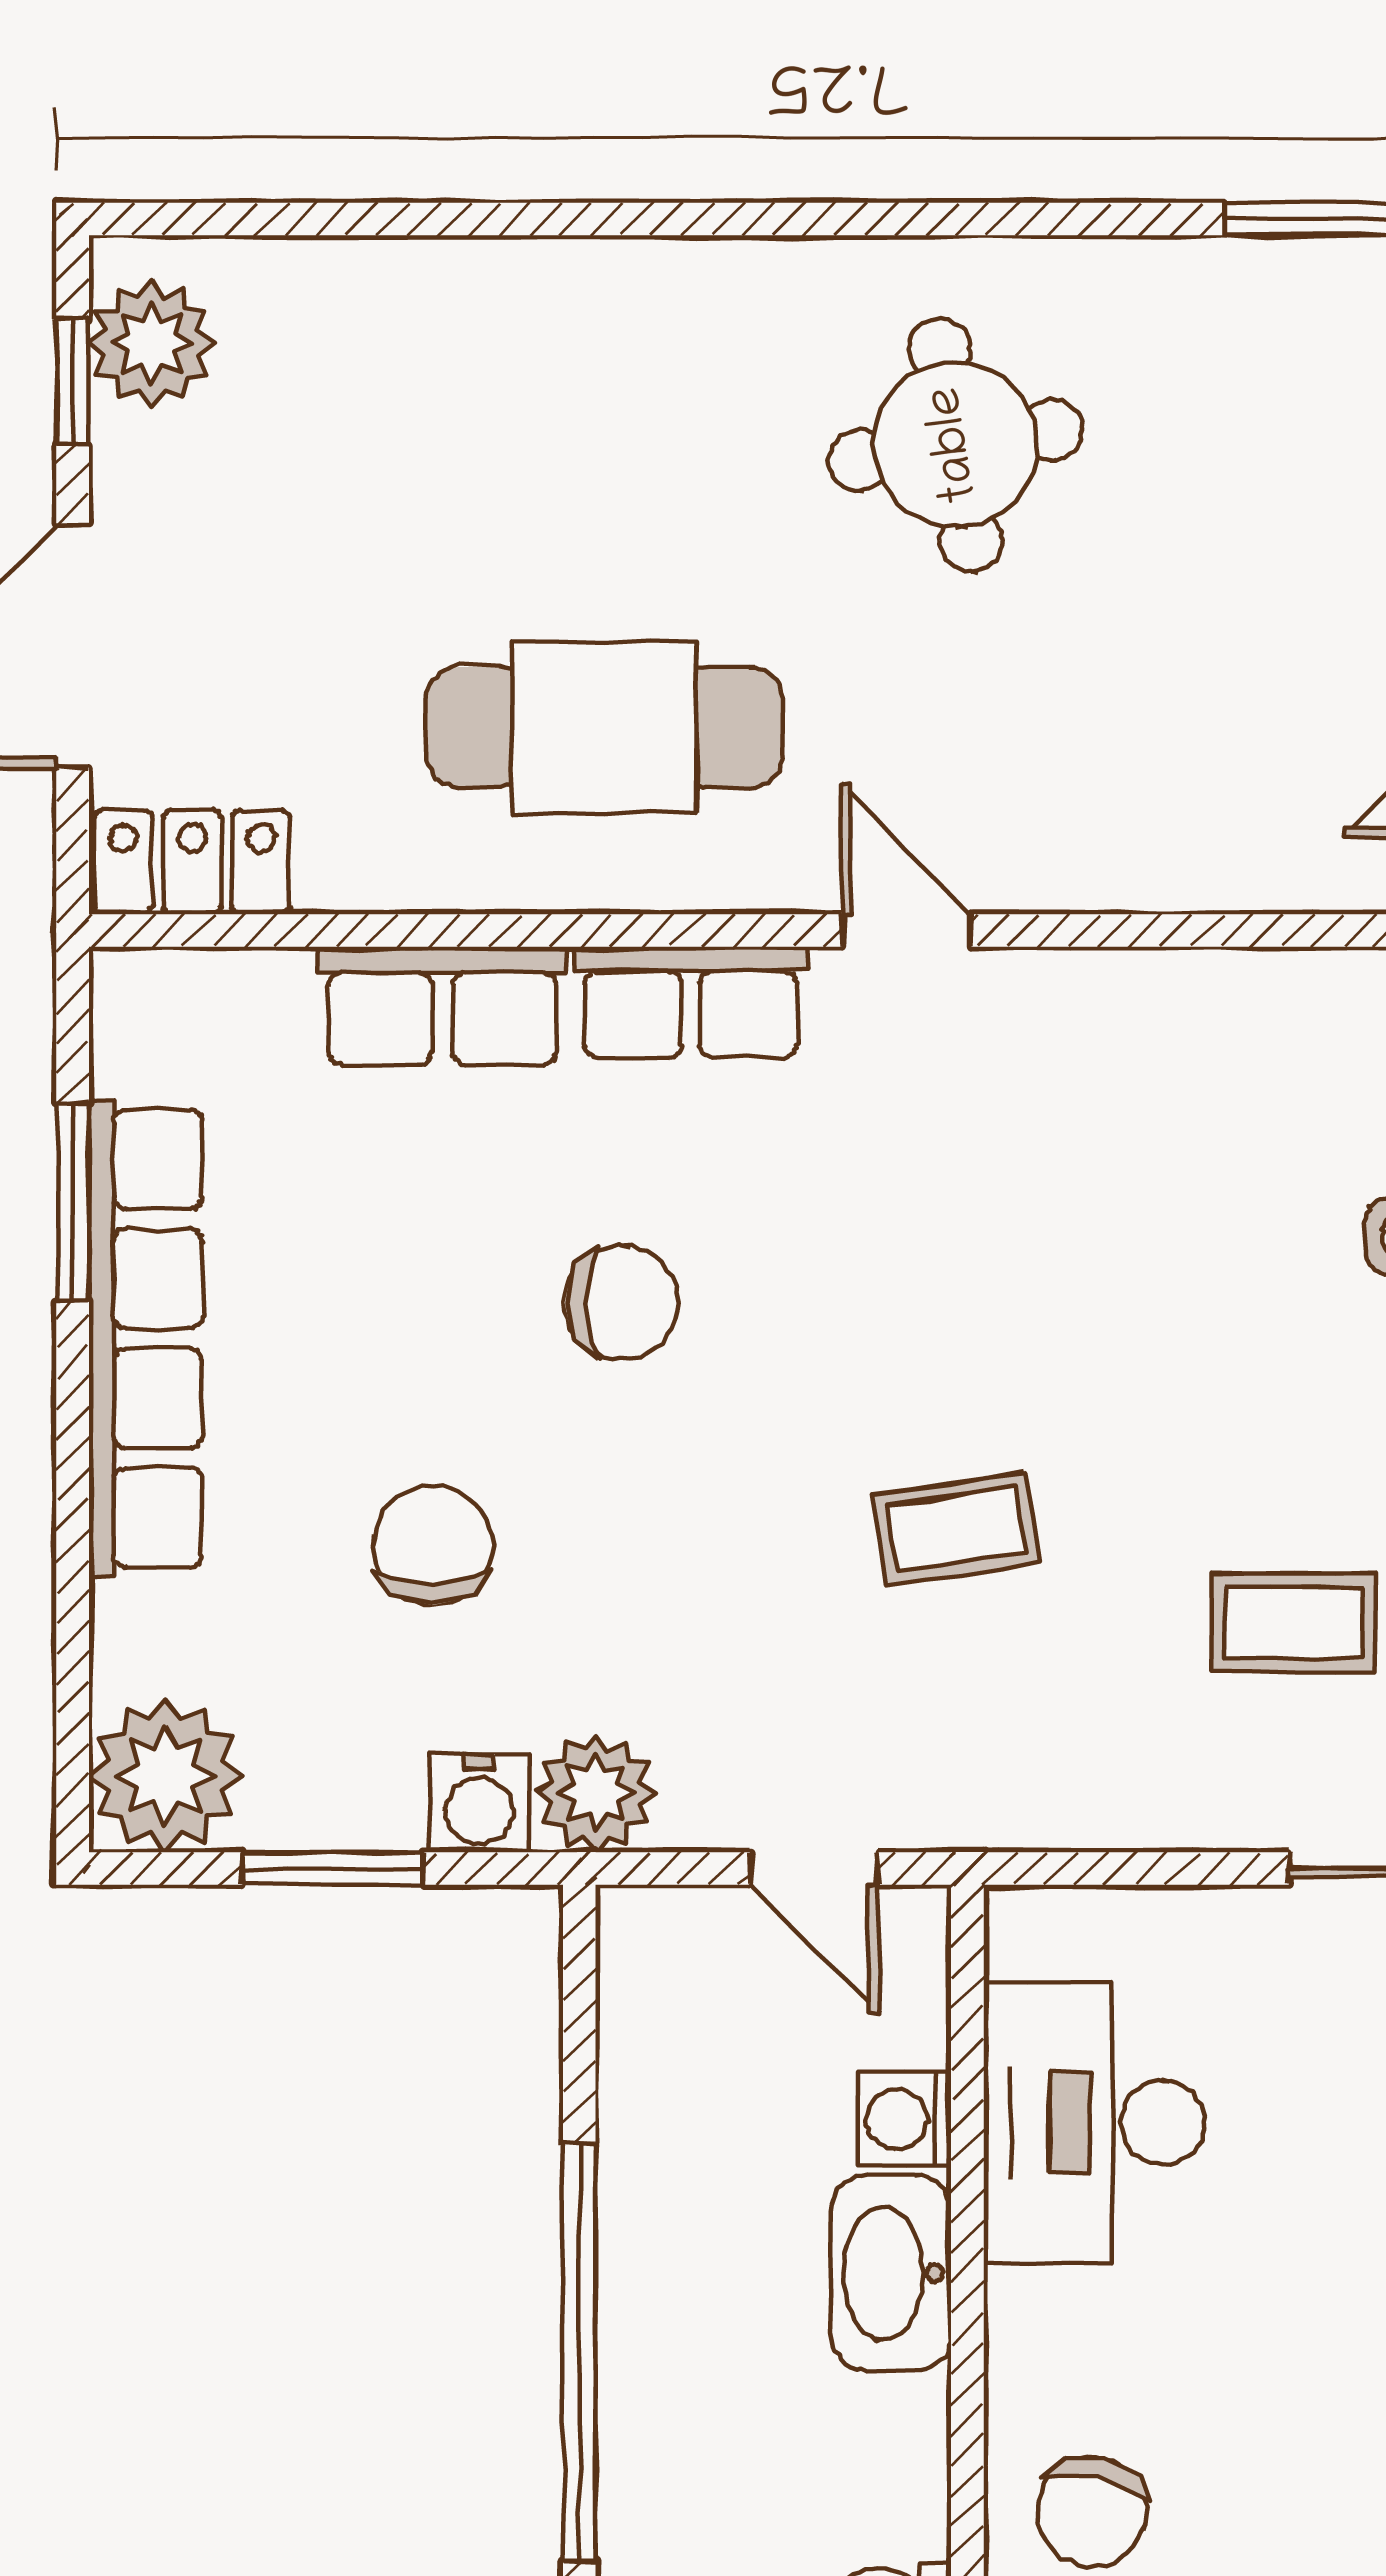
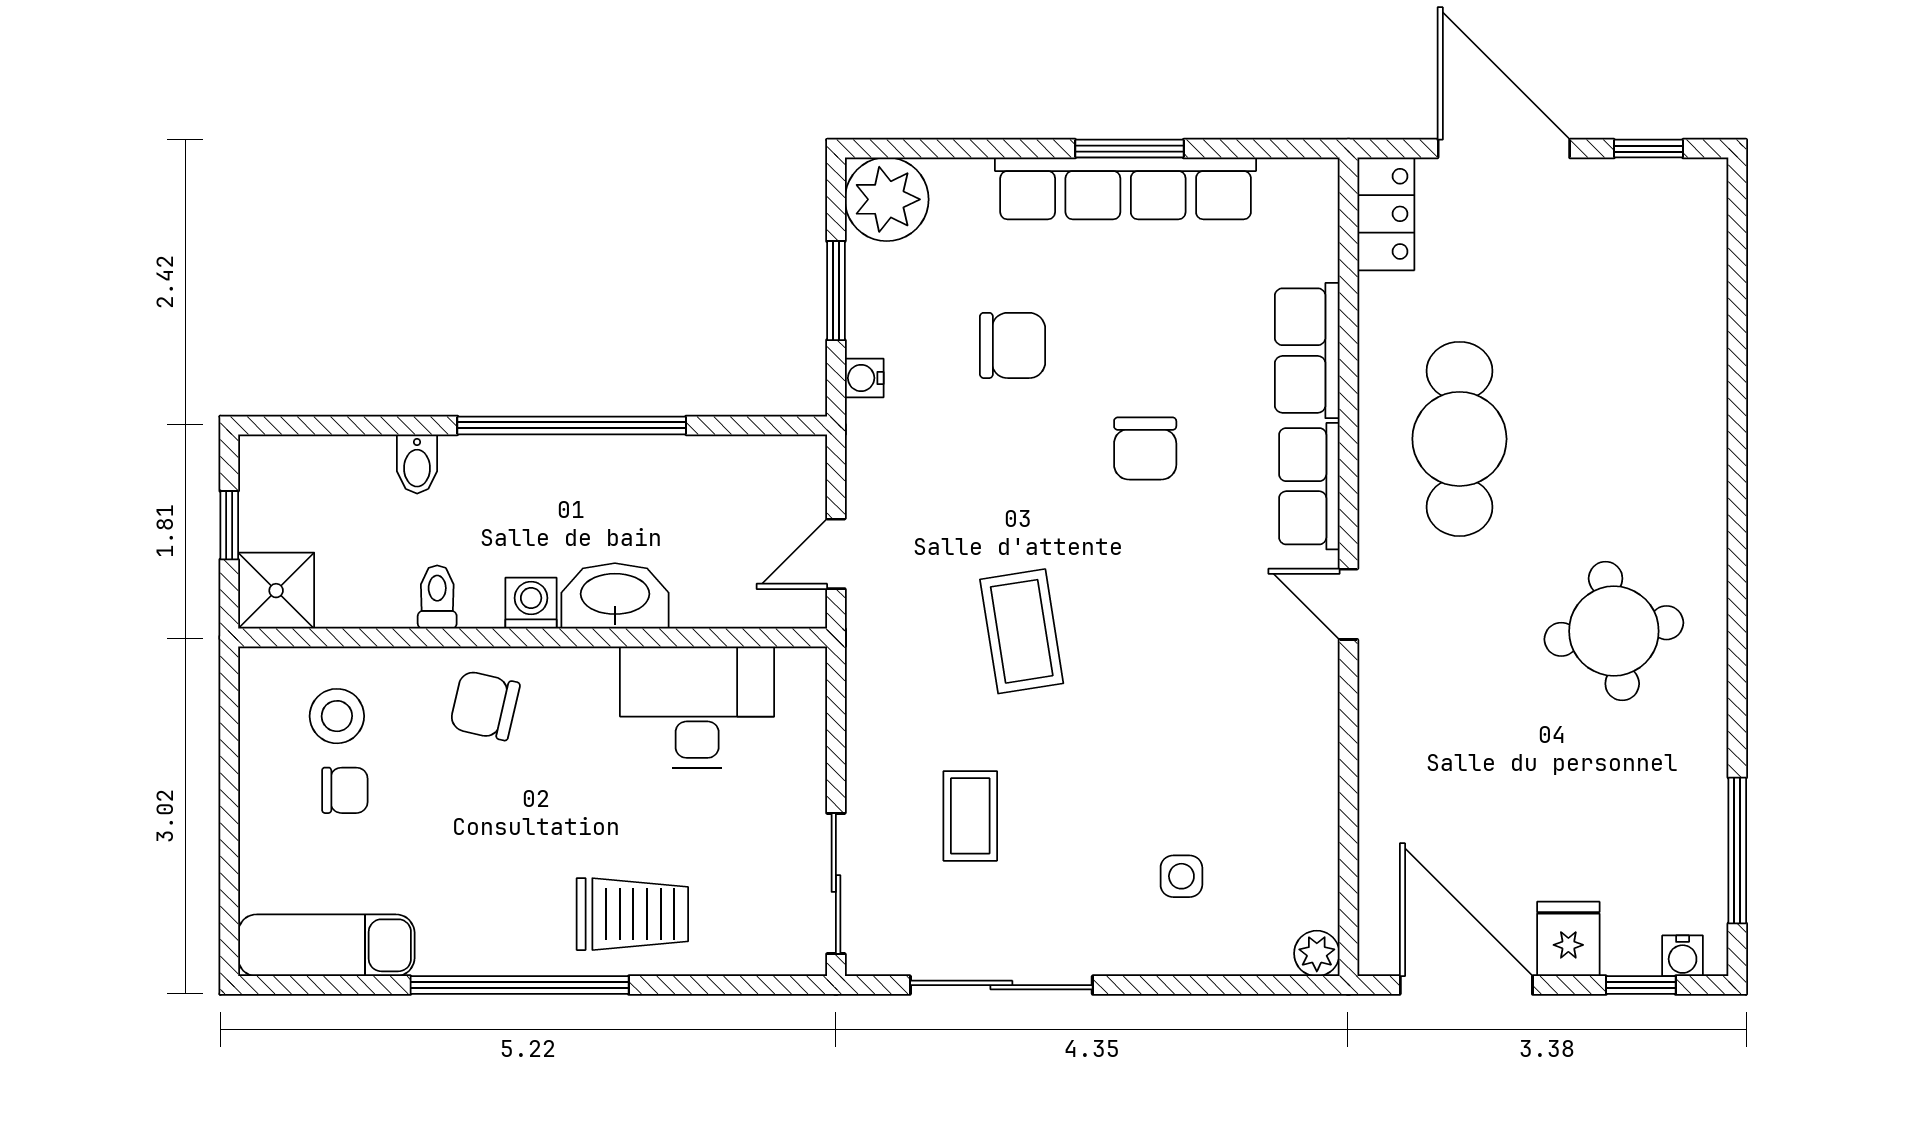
plant: (152, 343) -> (1669, 192), removed
door: (906, 931) -> (1348, 604), swing flipped
window: (73, 1203) -> (1129, 149), moved
coffee table: (956, 1529) -> (1022, 631), width x1.36, depth x1.30
plant: (596, 1793) -> (877, 435), removed
water cooler: (479, 1803) -> (864, 378), width x0.72, depth x0.72
washing machine: (904, 2119) -> (531, 603), moved

